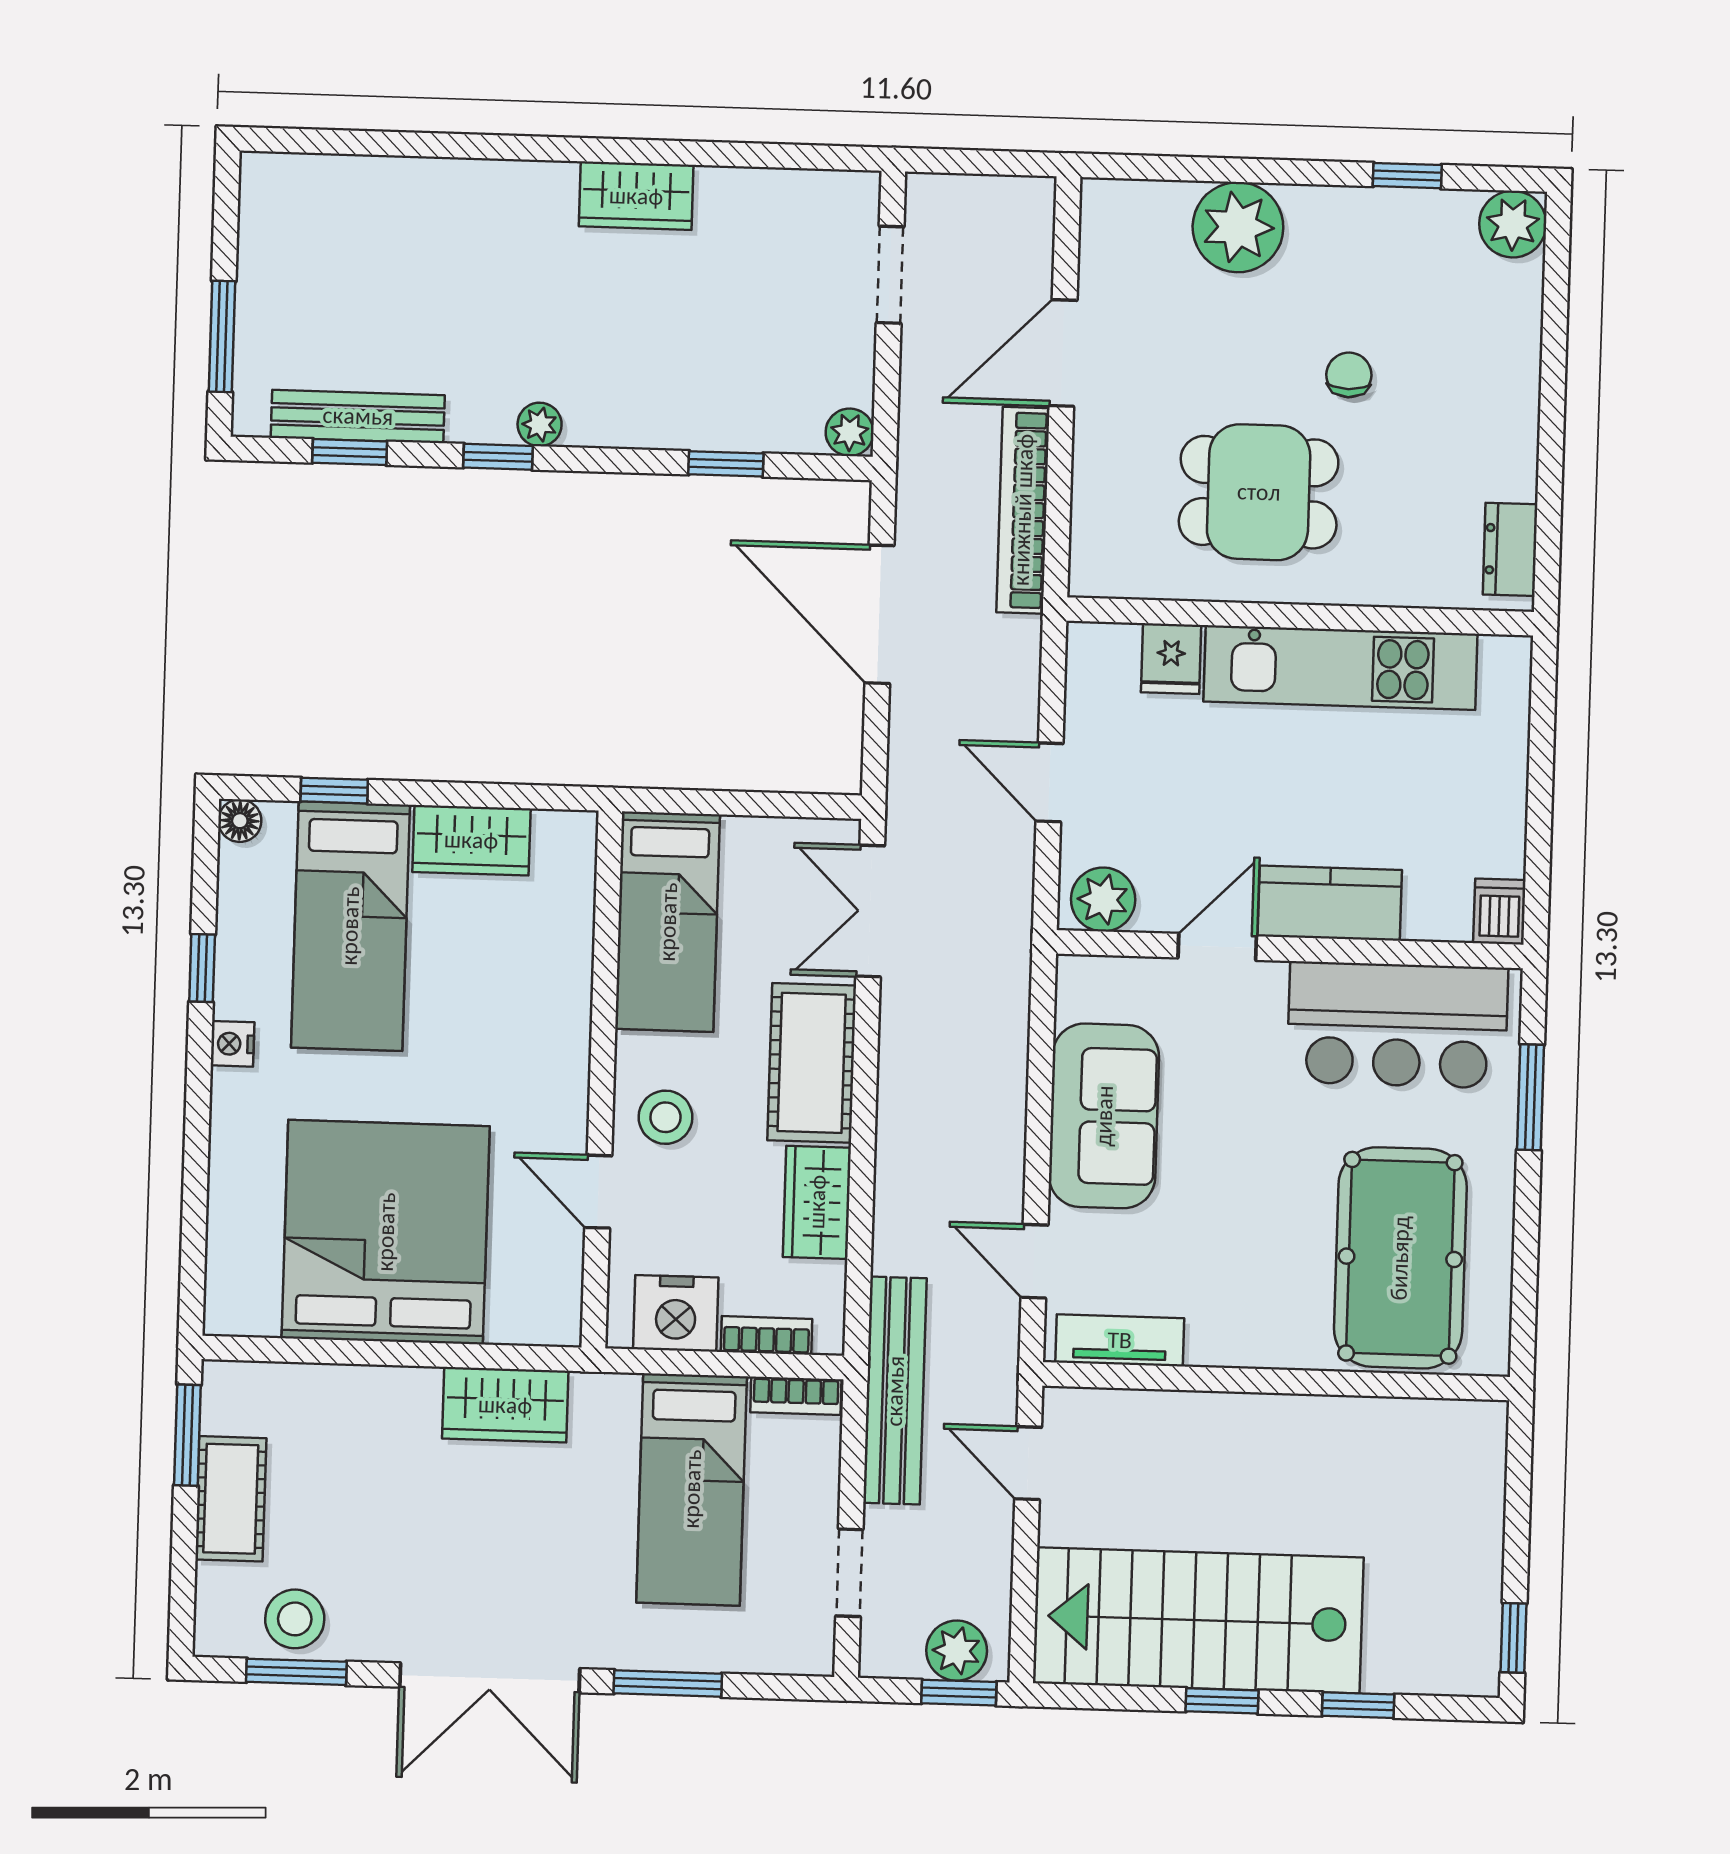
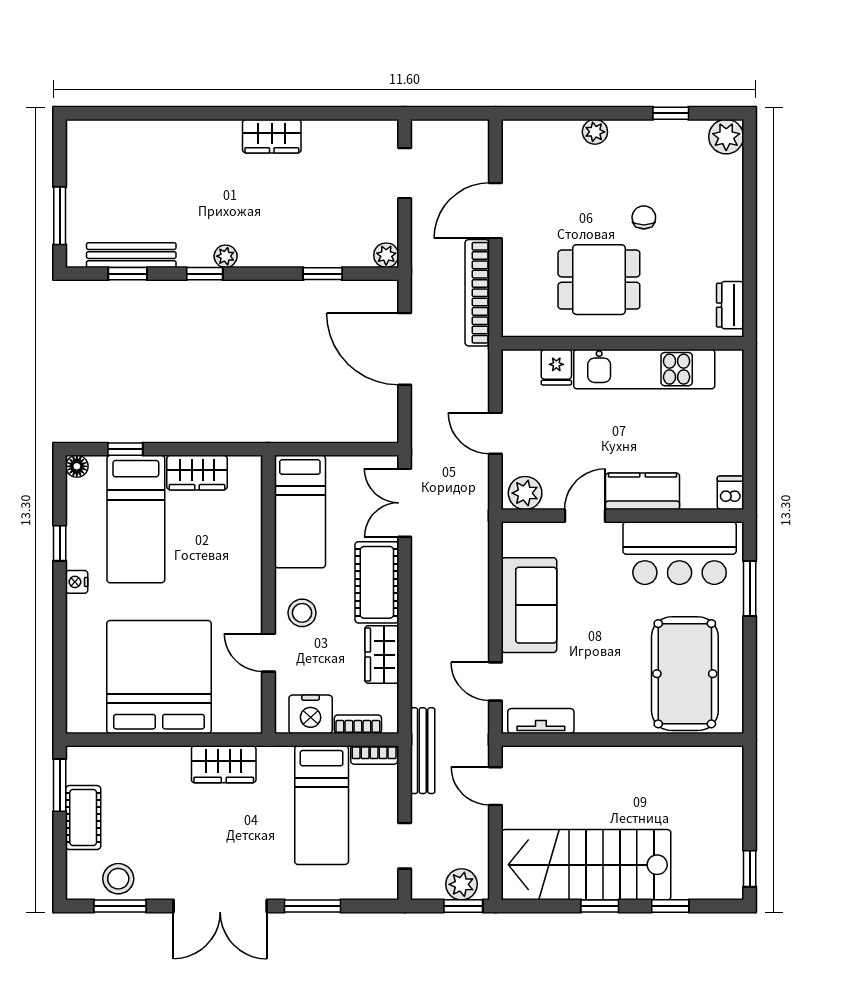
plant: (1238, 227) -> (595, 132), width x0.53, depth x0.53
bench: (895, 1391) -> (423, 751), width x0.73, depth x0.82

